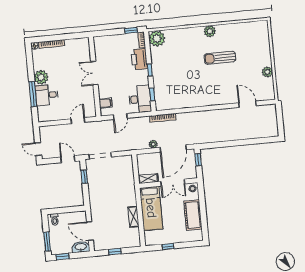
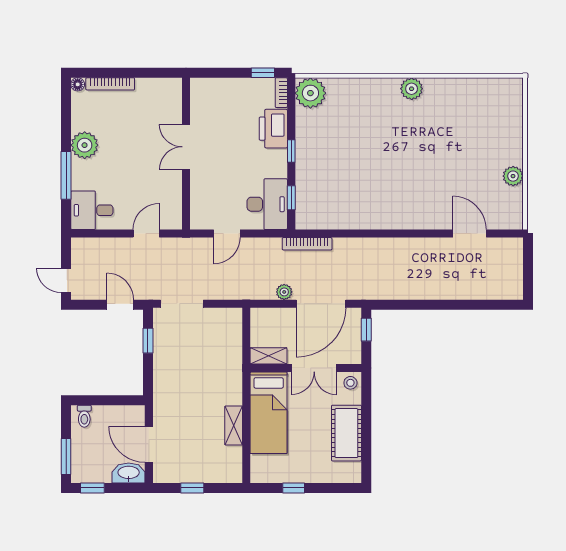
sun lounger: (220, 58) -> (426, 141), removed
desk: (47, 95) -> (92, 210), moved
filing cabinet: (106, 103) -> (202, 206), removed

